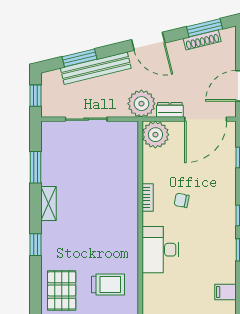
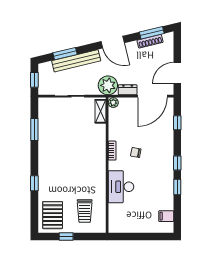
plant: (155, 135) -> (113, 103), width x0.53, depth x0.53
shelving: (49, 203) -> (100, 111), moved
trolley: (108, 285) -> (85, 211), turned 90

